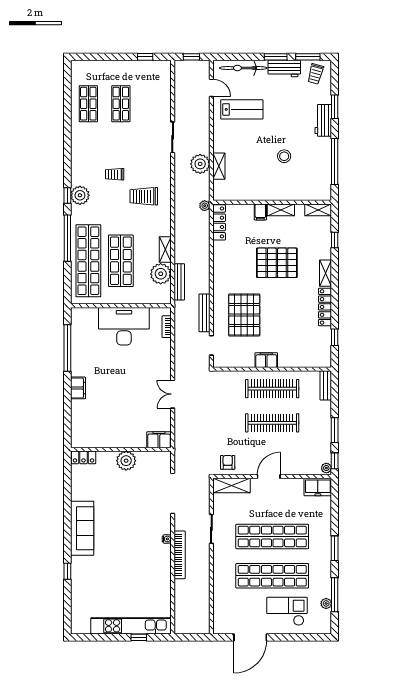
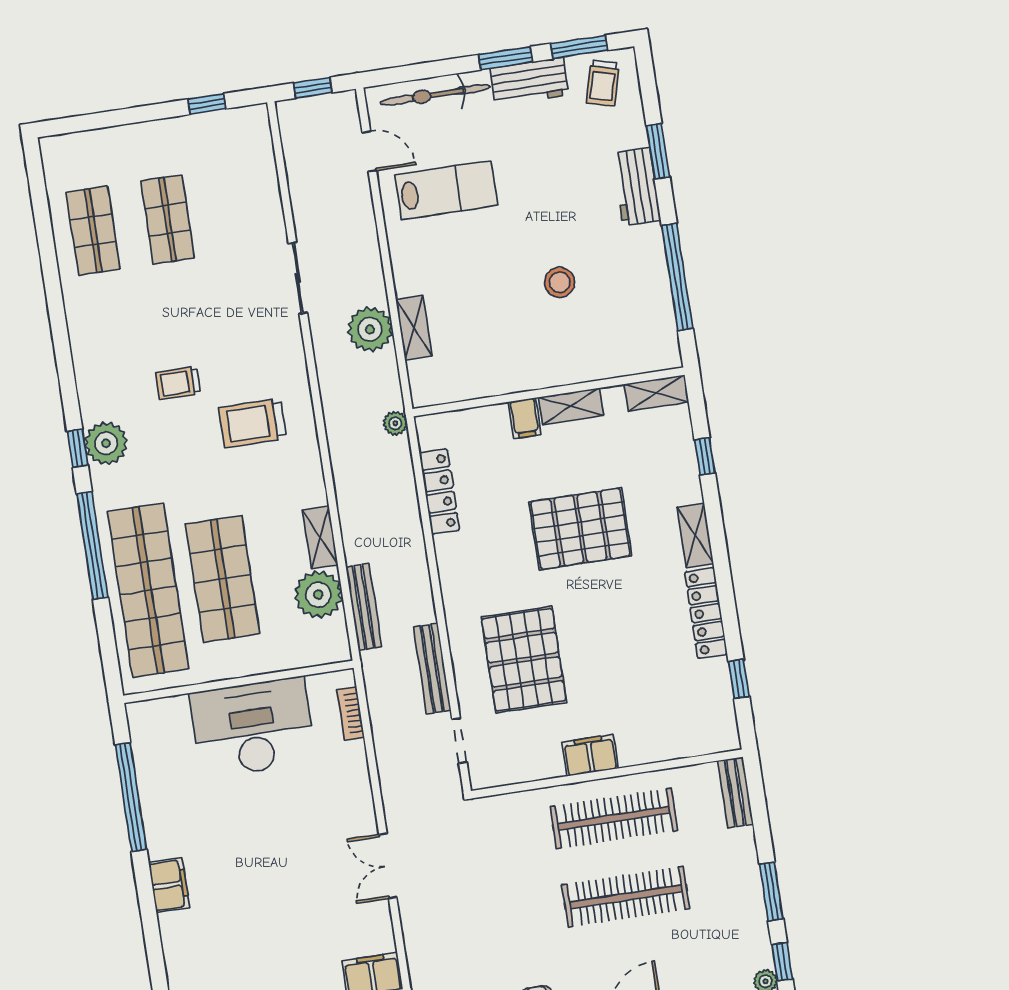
locker: (219, 222) -> (439, 492), moved

